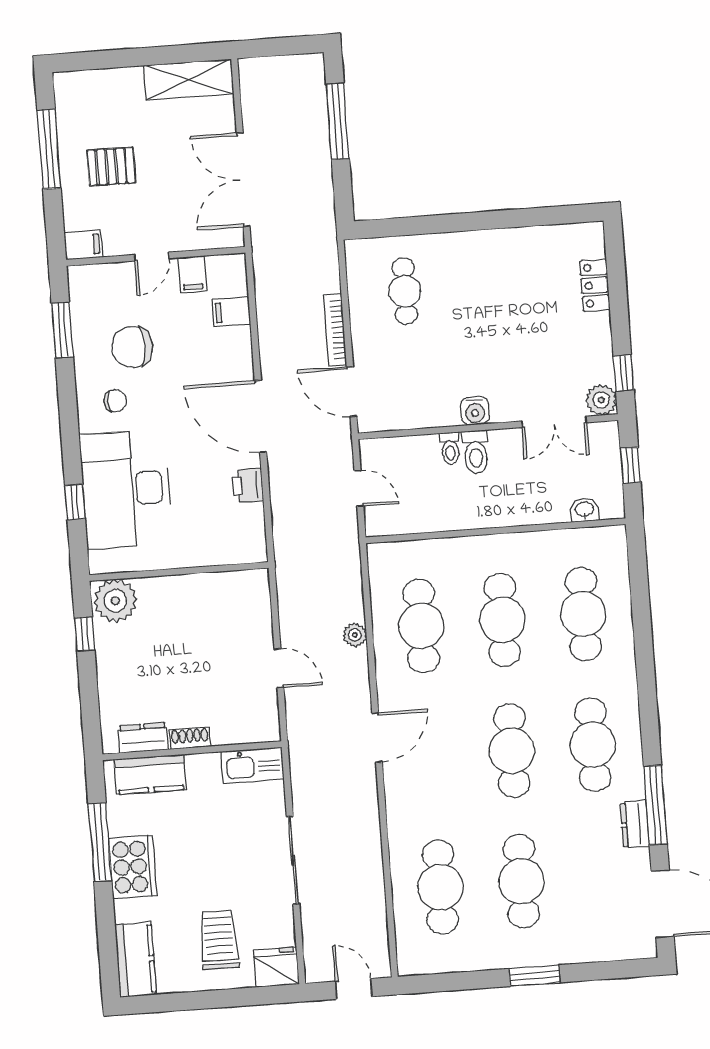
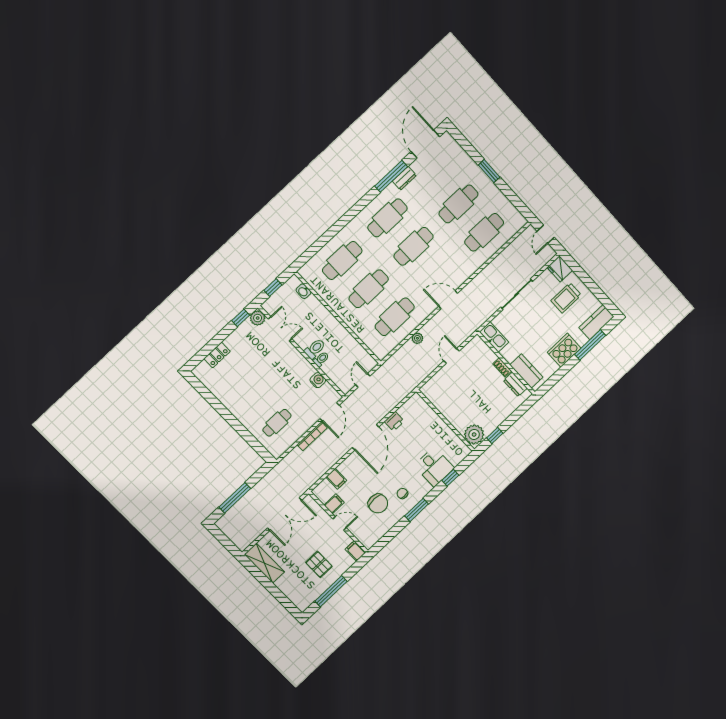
window: (62, 330) -> (417, 510), moved
water cooler: (475, 411) -> (318, 380), moved
desk: (126, 489) -> (434, 467), width x0.53, depth x0.77
window: (100, 842) -> (590, 345), moved

